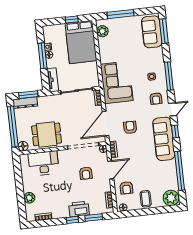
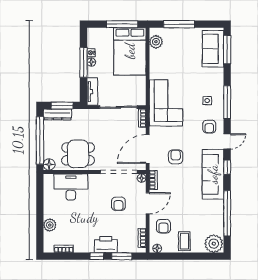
window: (72, 19) -> (122, 24), width x2.17

